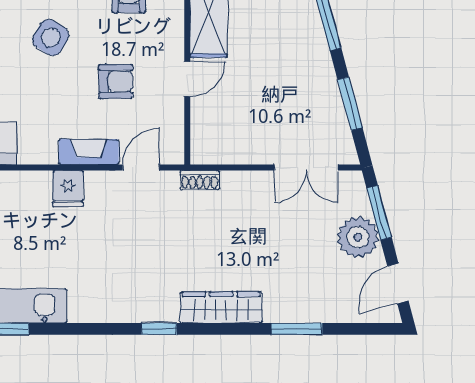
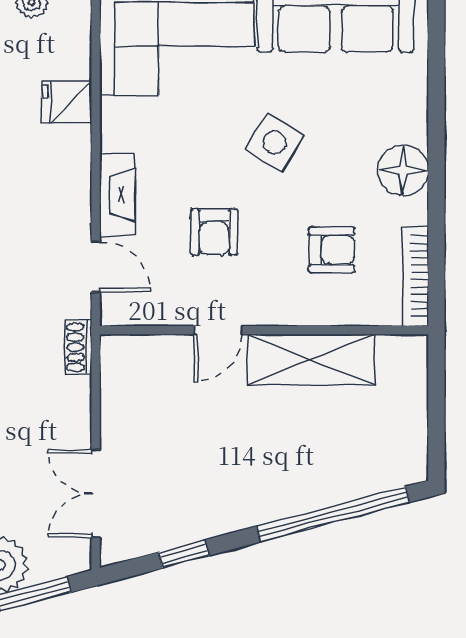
door: (187, 79) -> (218, 330), hinge flipped
window: (350, 104) -> (184, 554), width x0.67
fridge: (68, 189) -> (67, 102), moved

